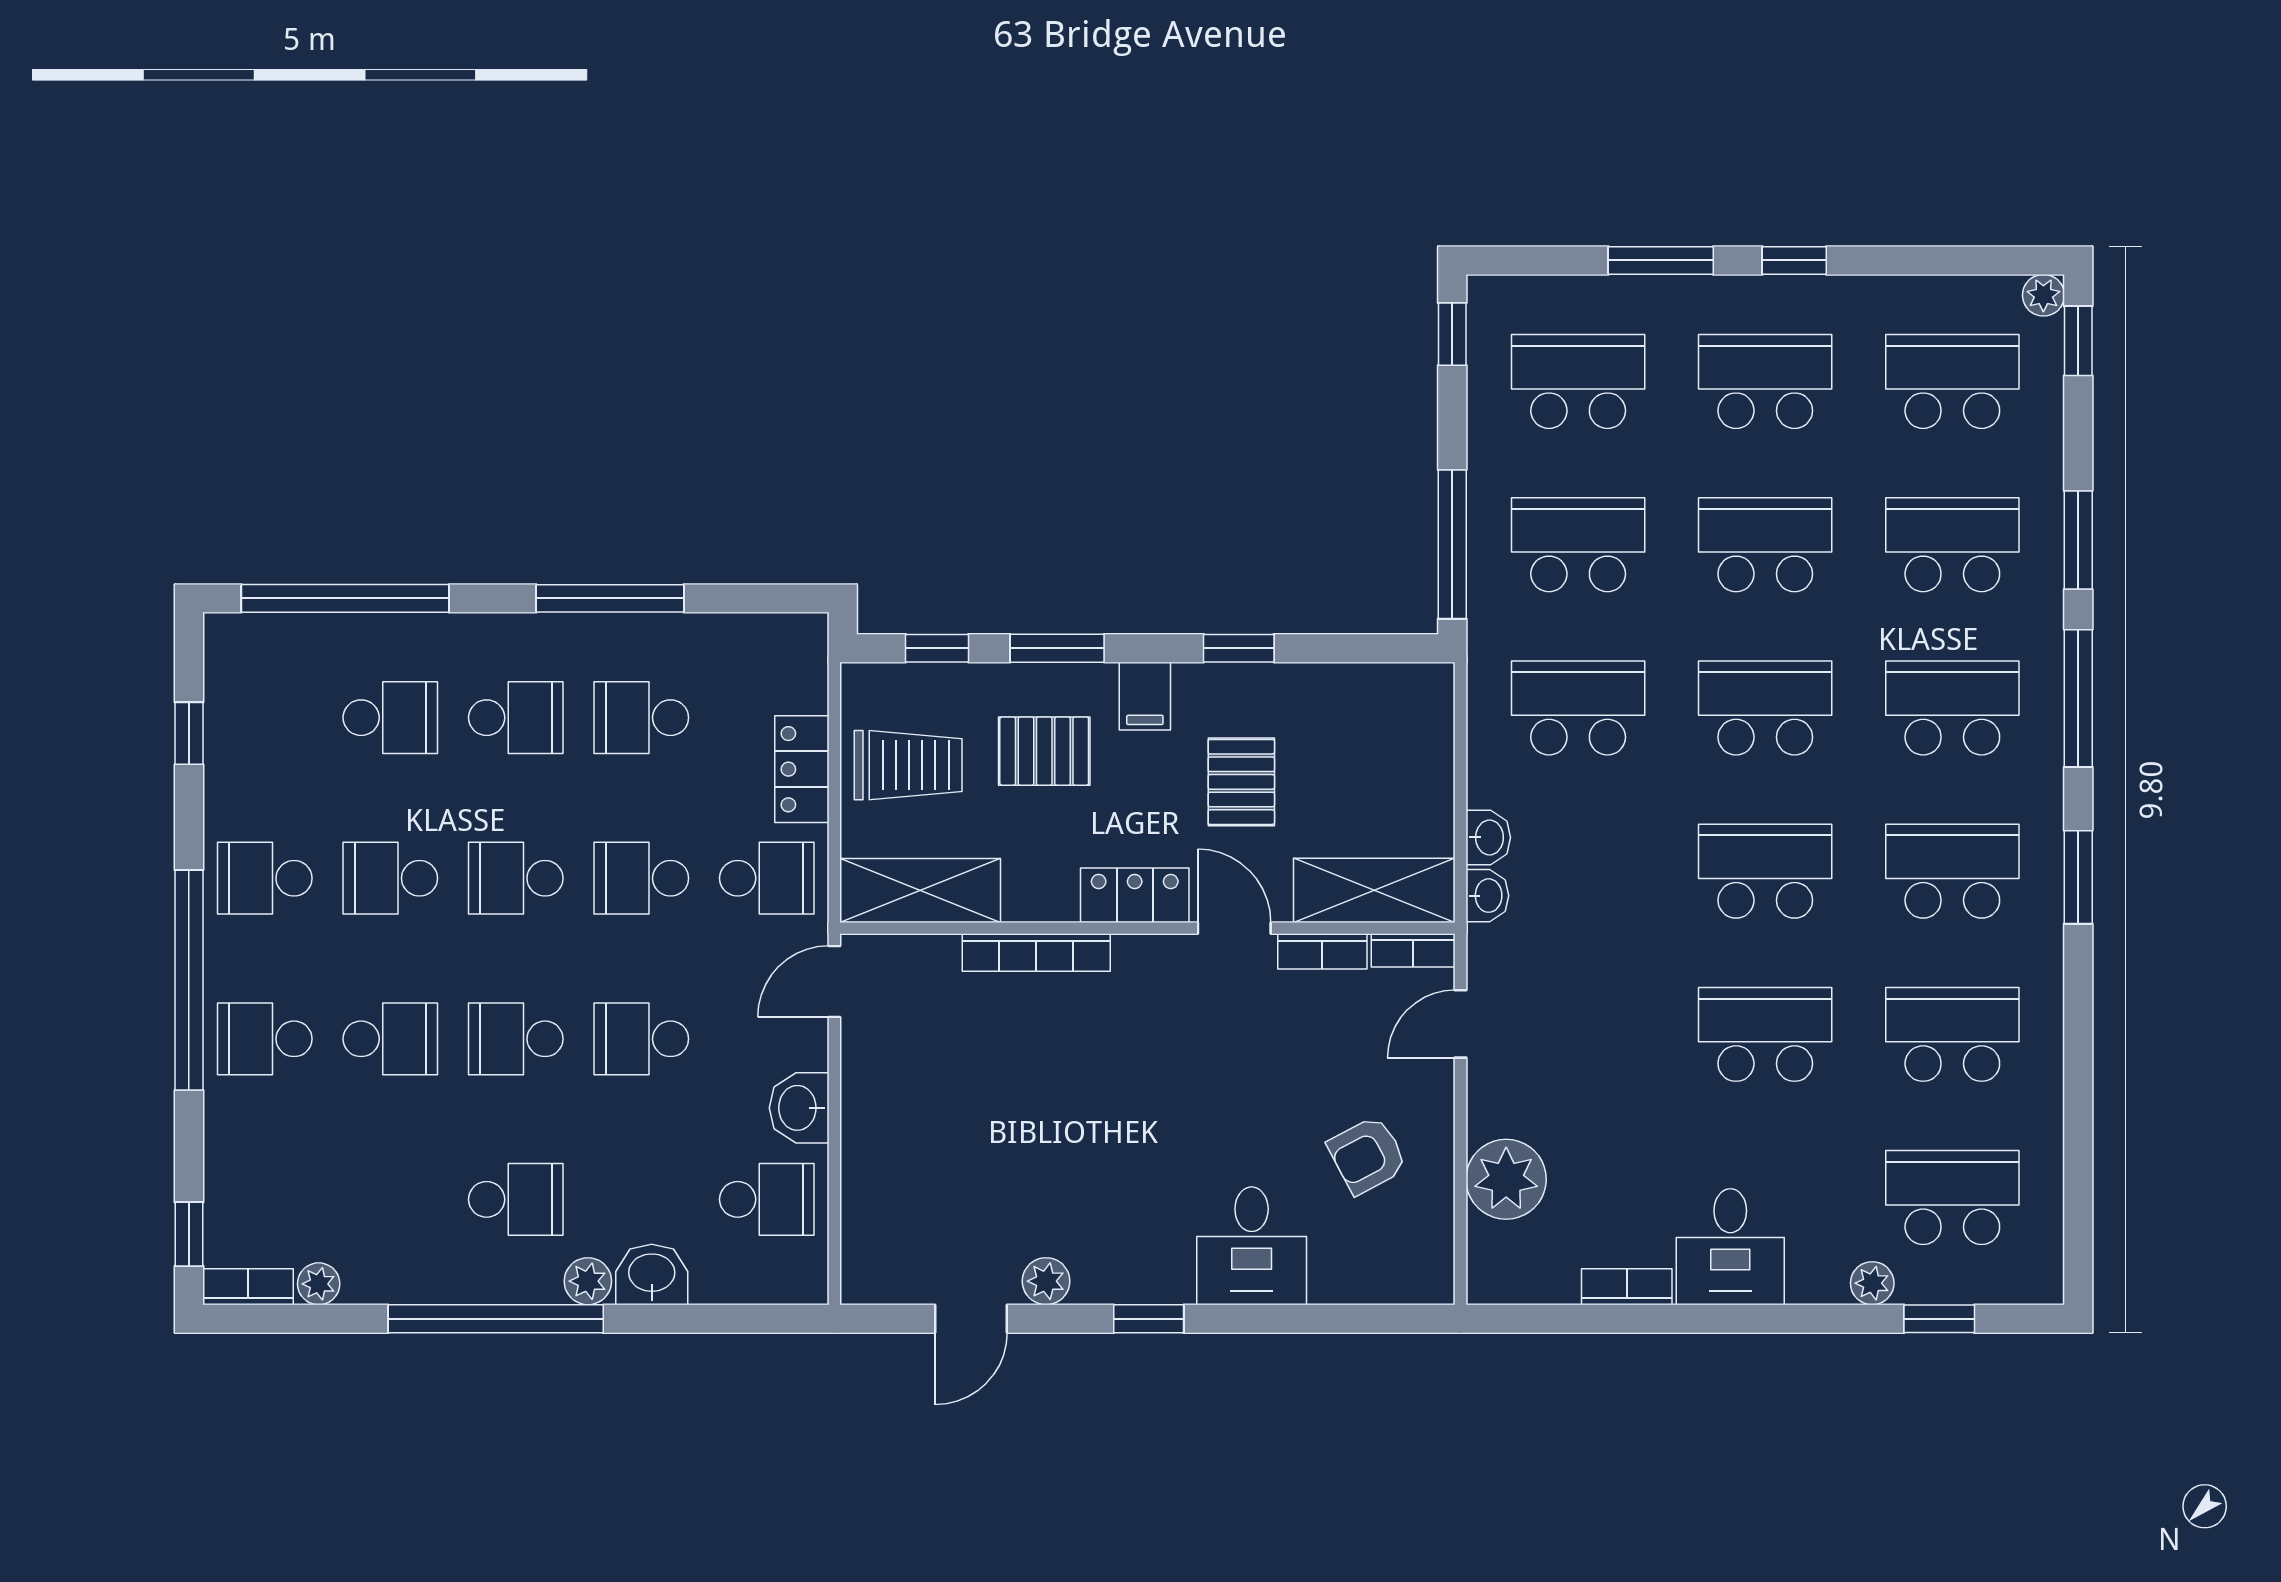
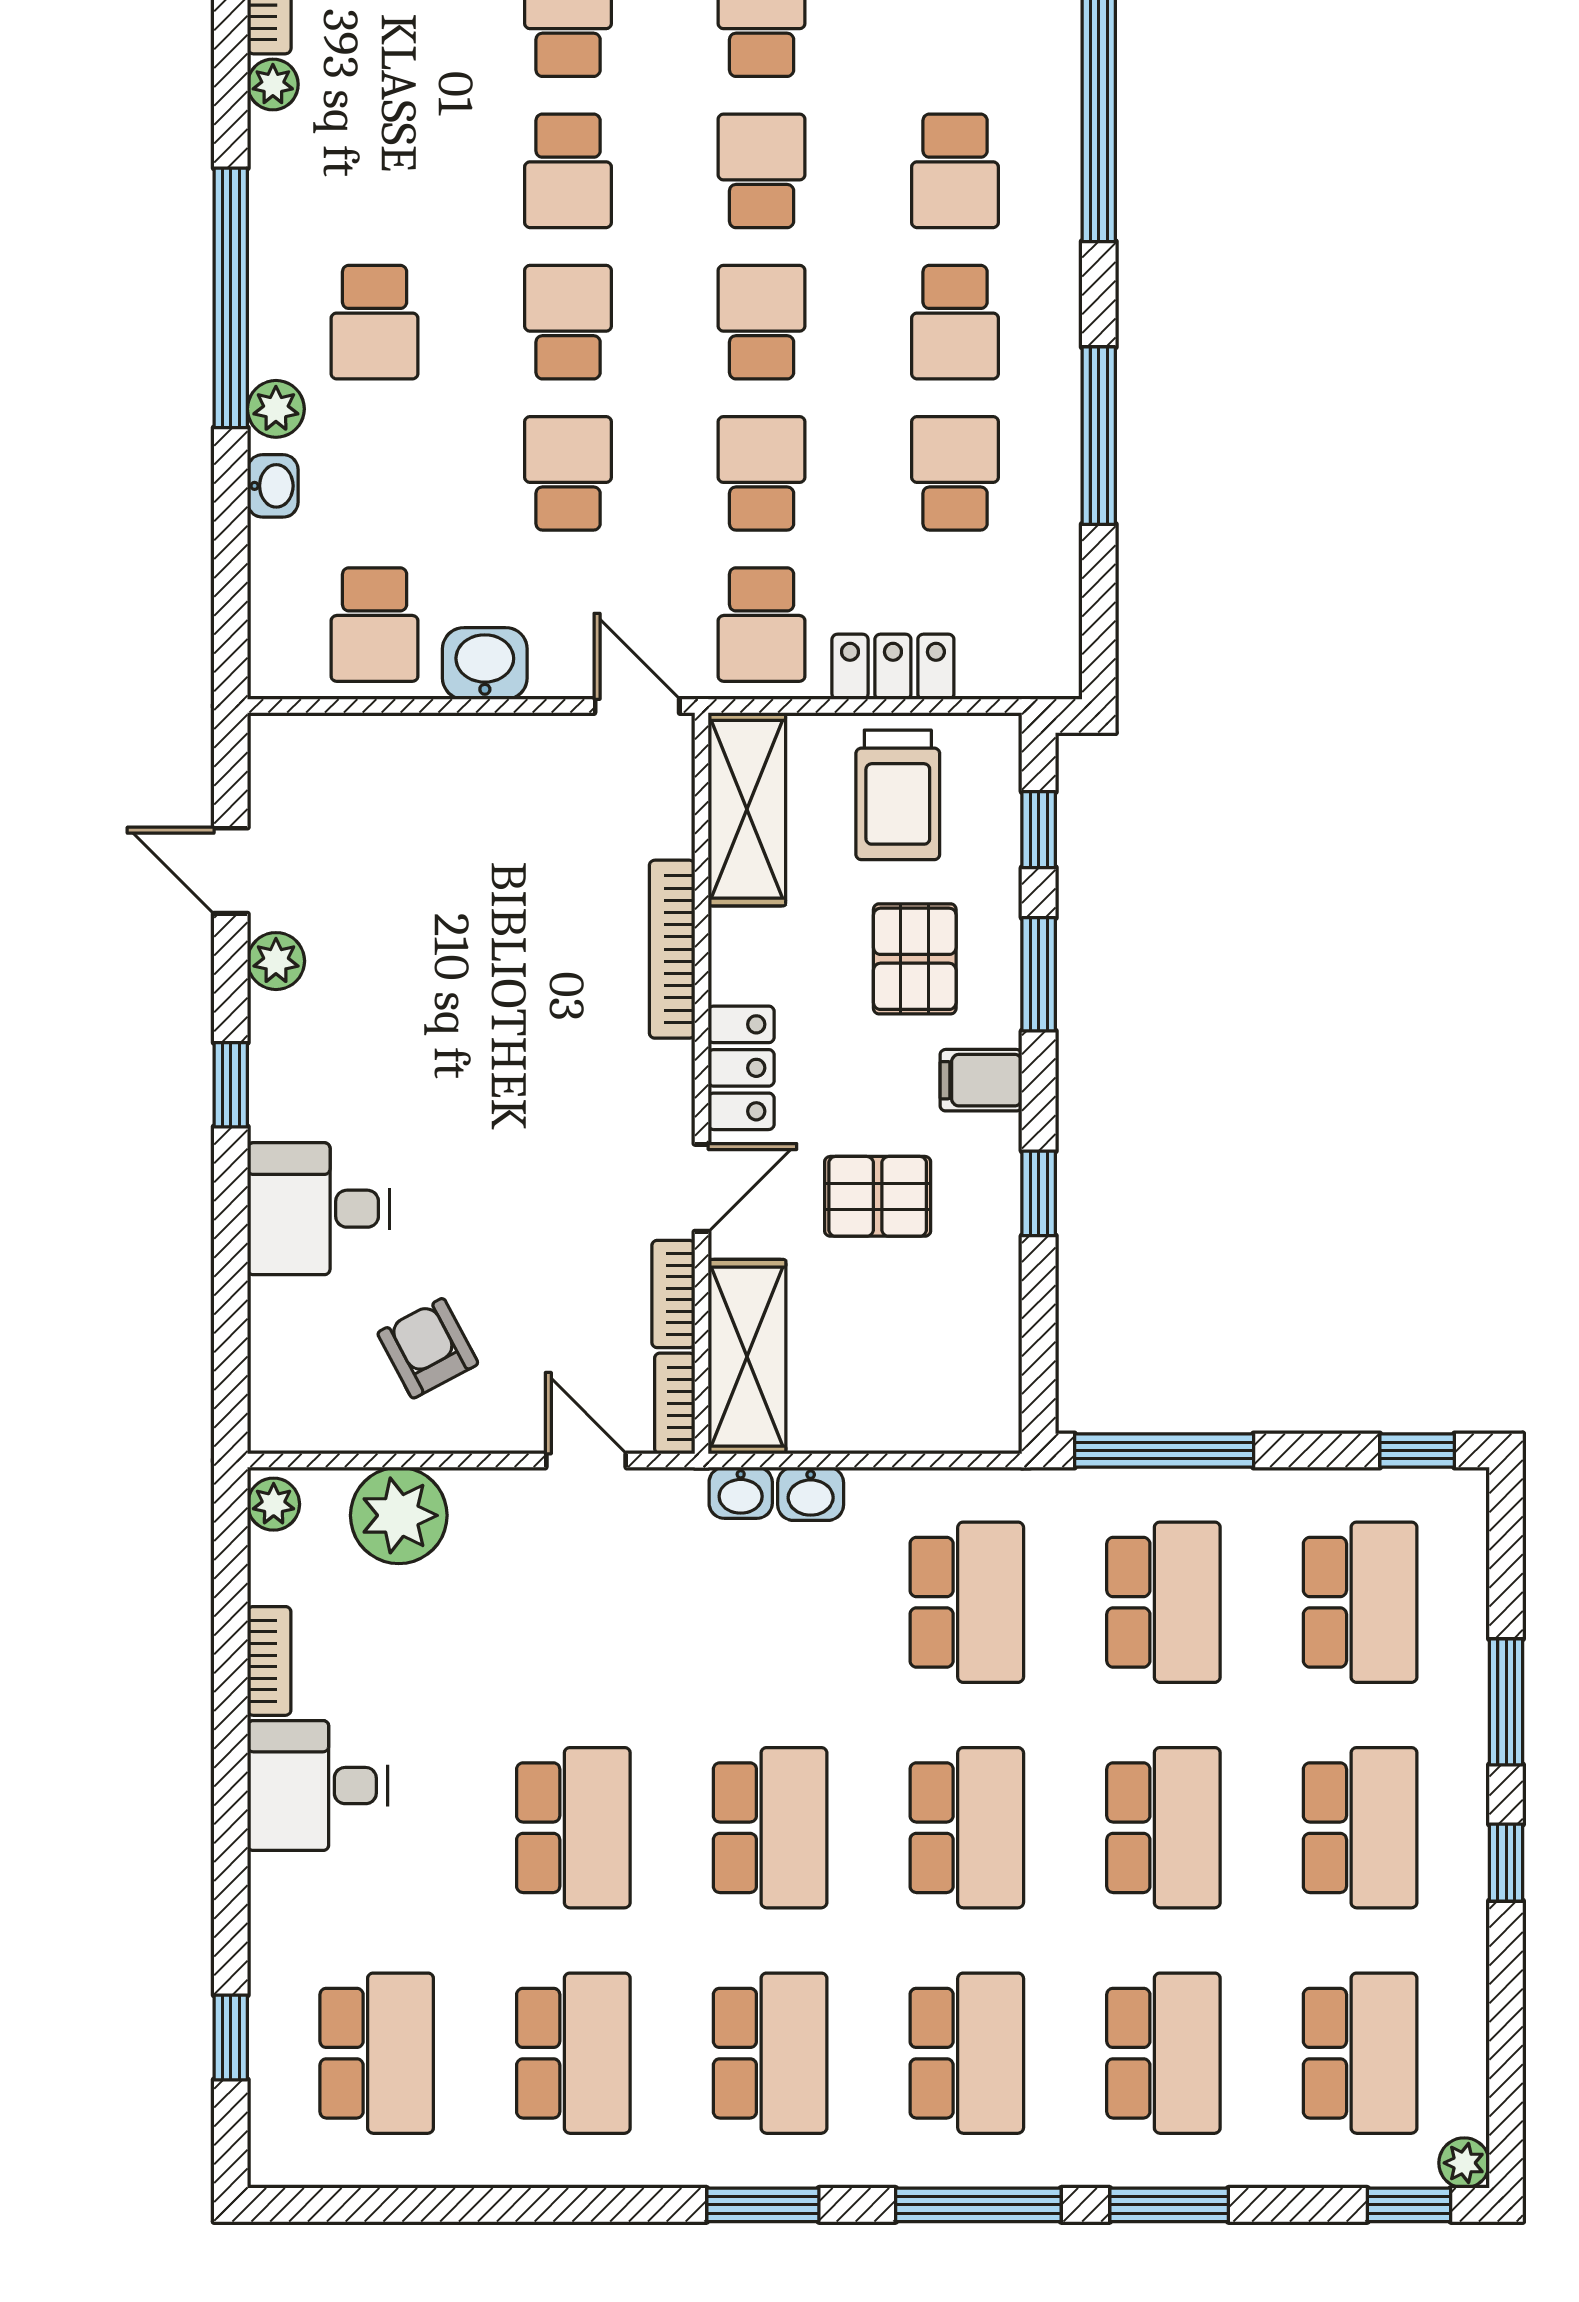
washbasin: (652, 1274) -> (273, 486), width x0.72, depth x0.69
plant: (1872, 1283) -> (274, 1504), moved

